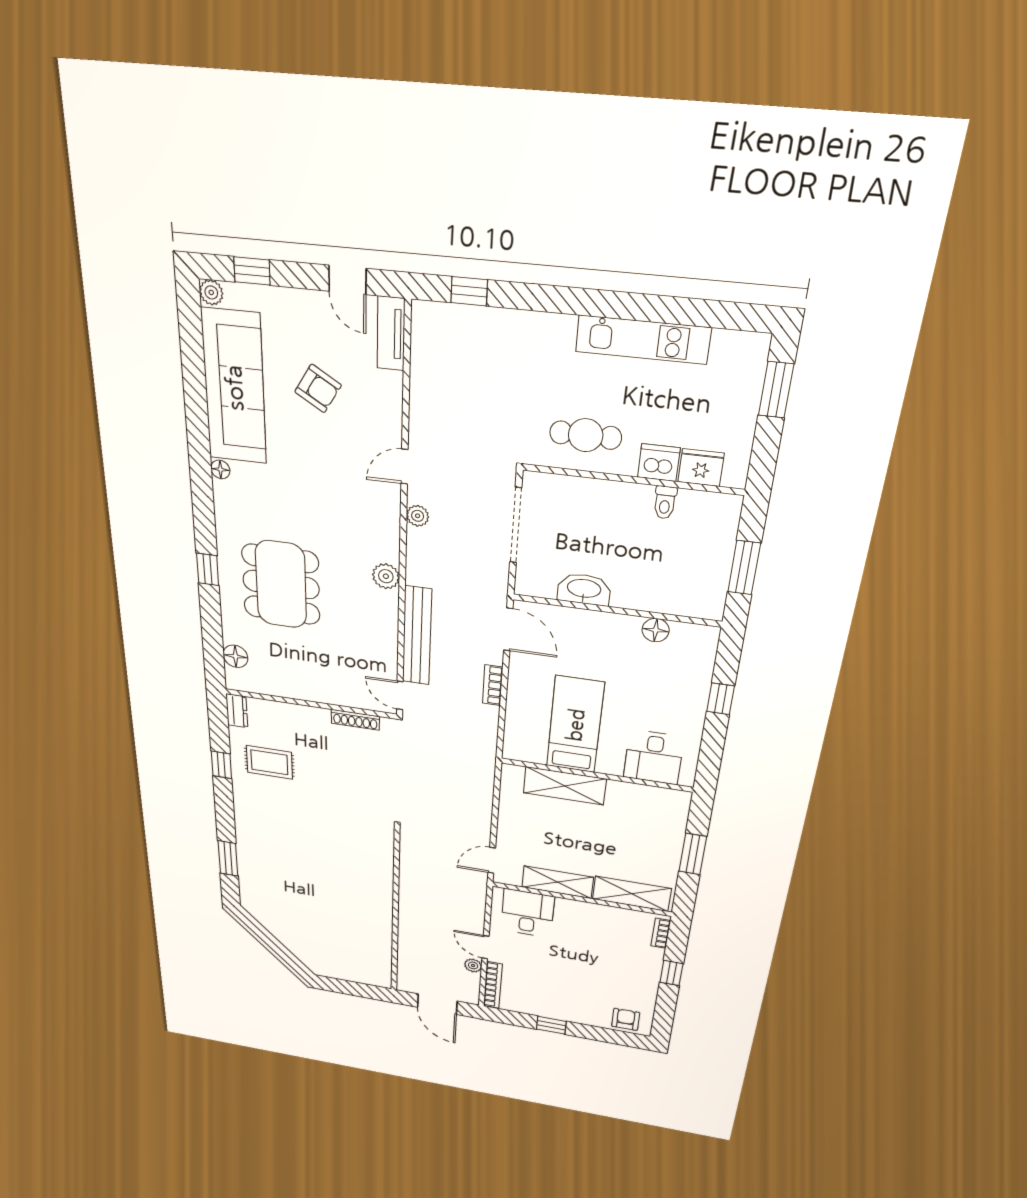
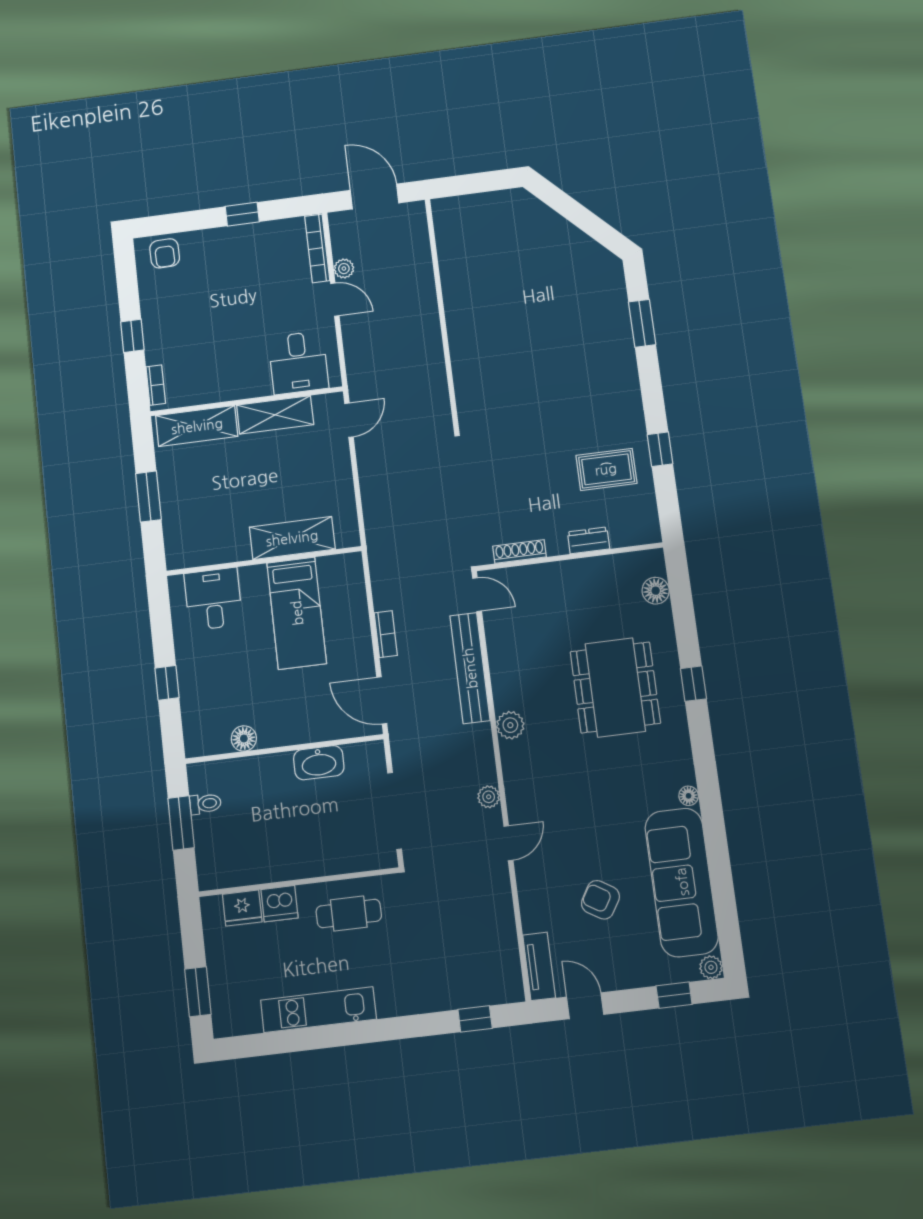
toilet: (665, 502) -> (205, 804), moved, turned 90
dresser: (237, 711) -> (589, 540), moved, turned 90

